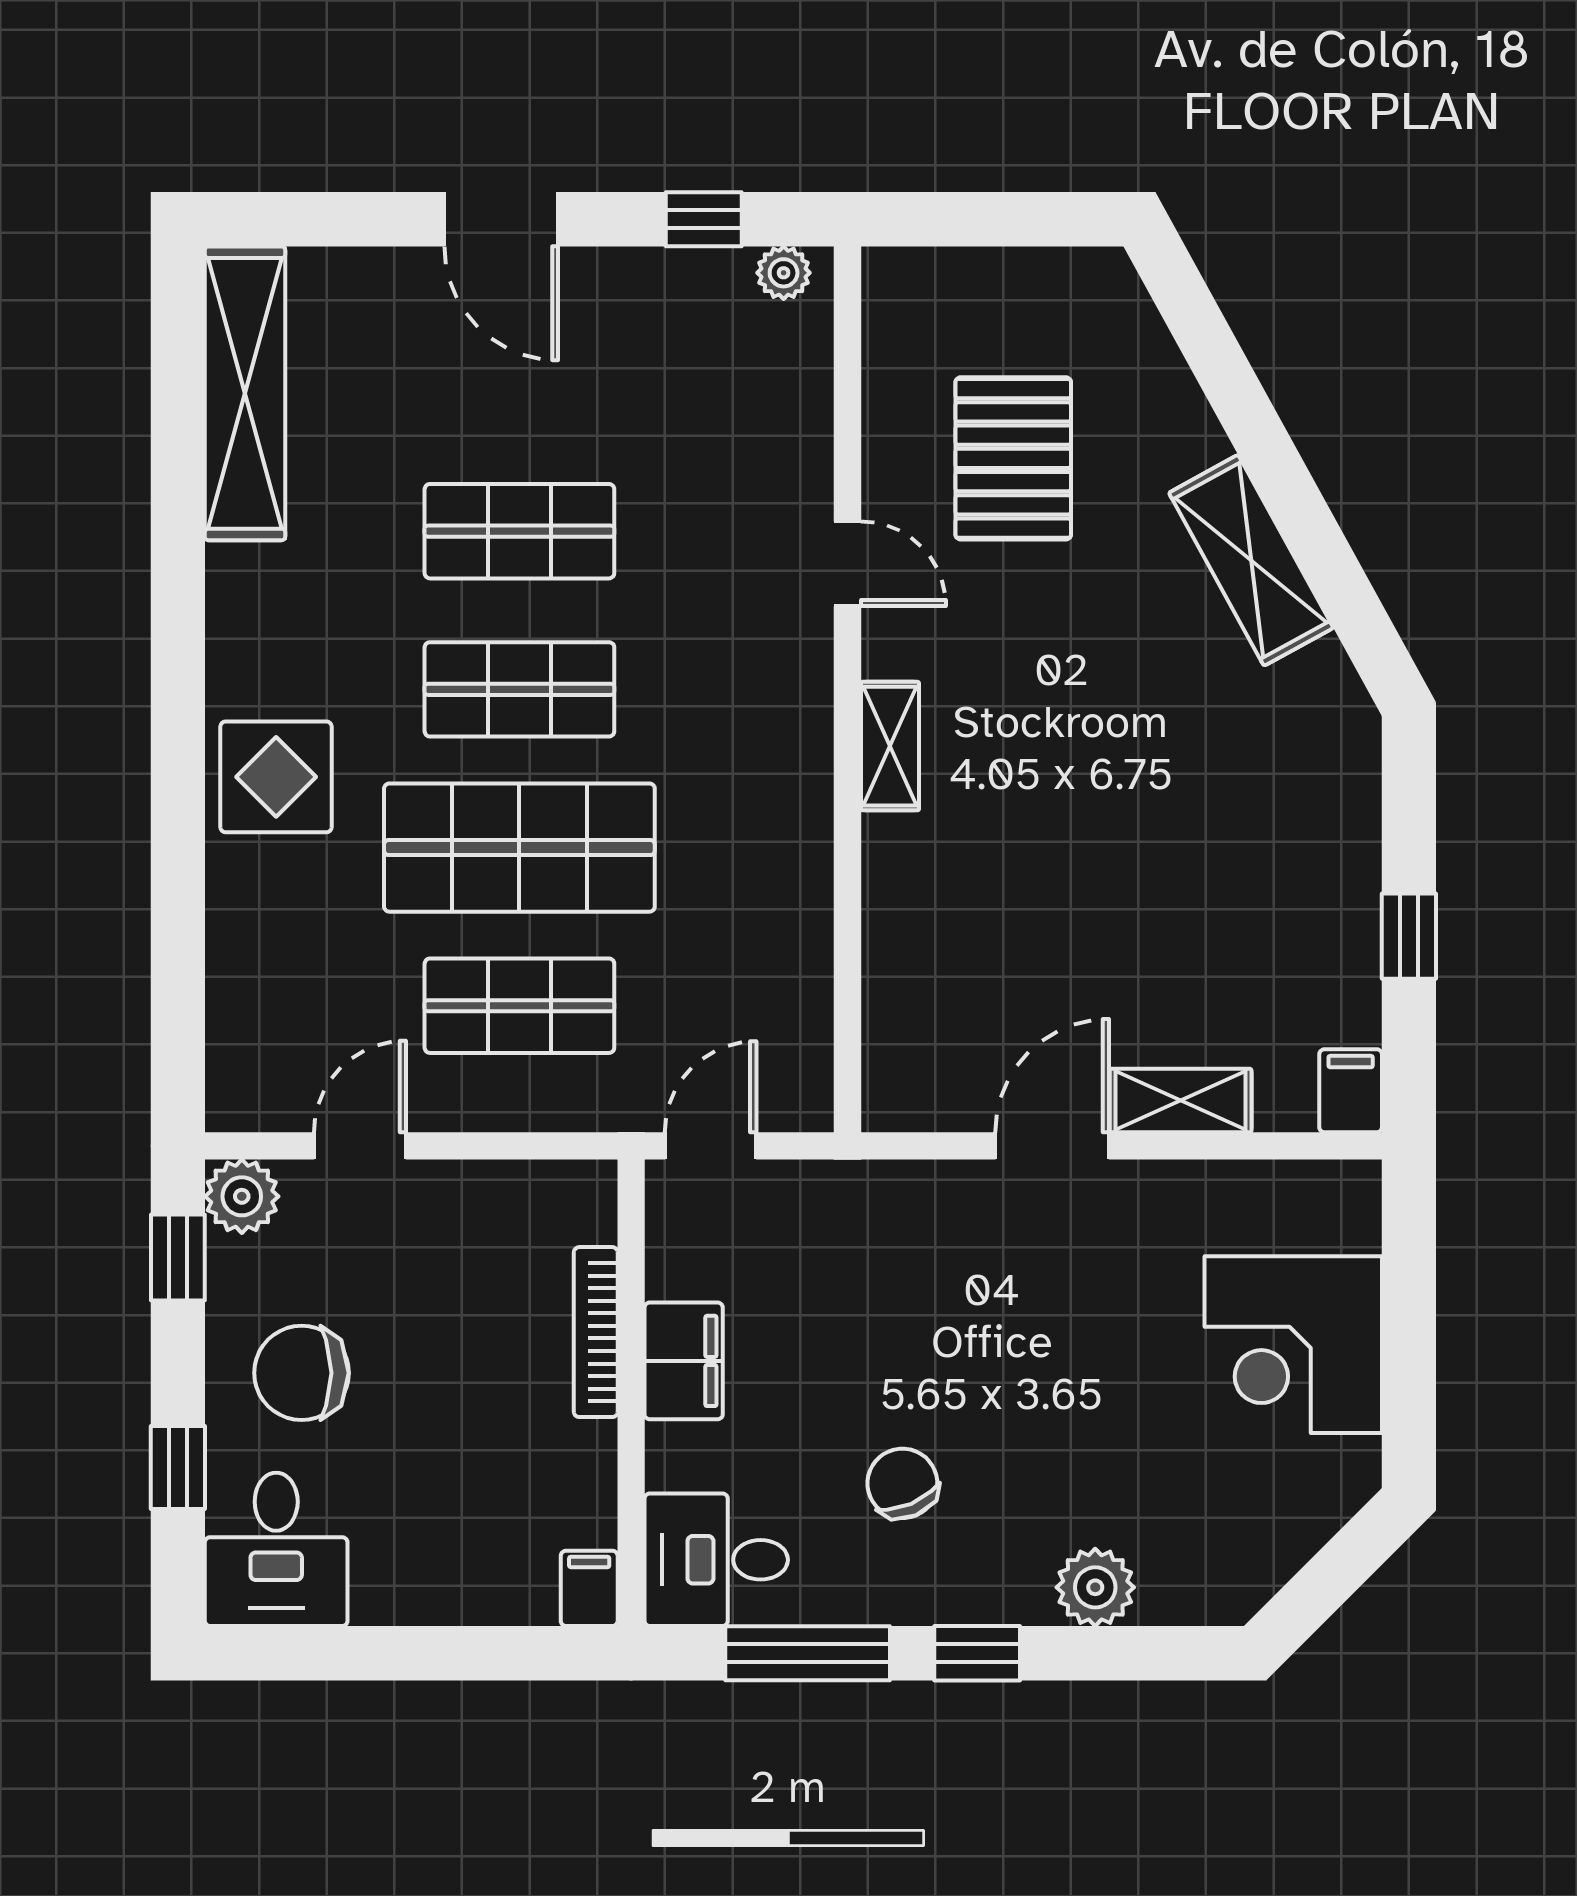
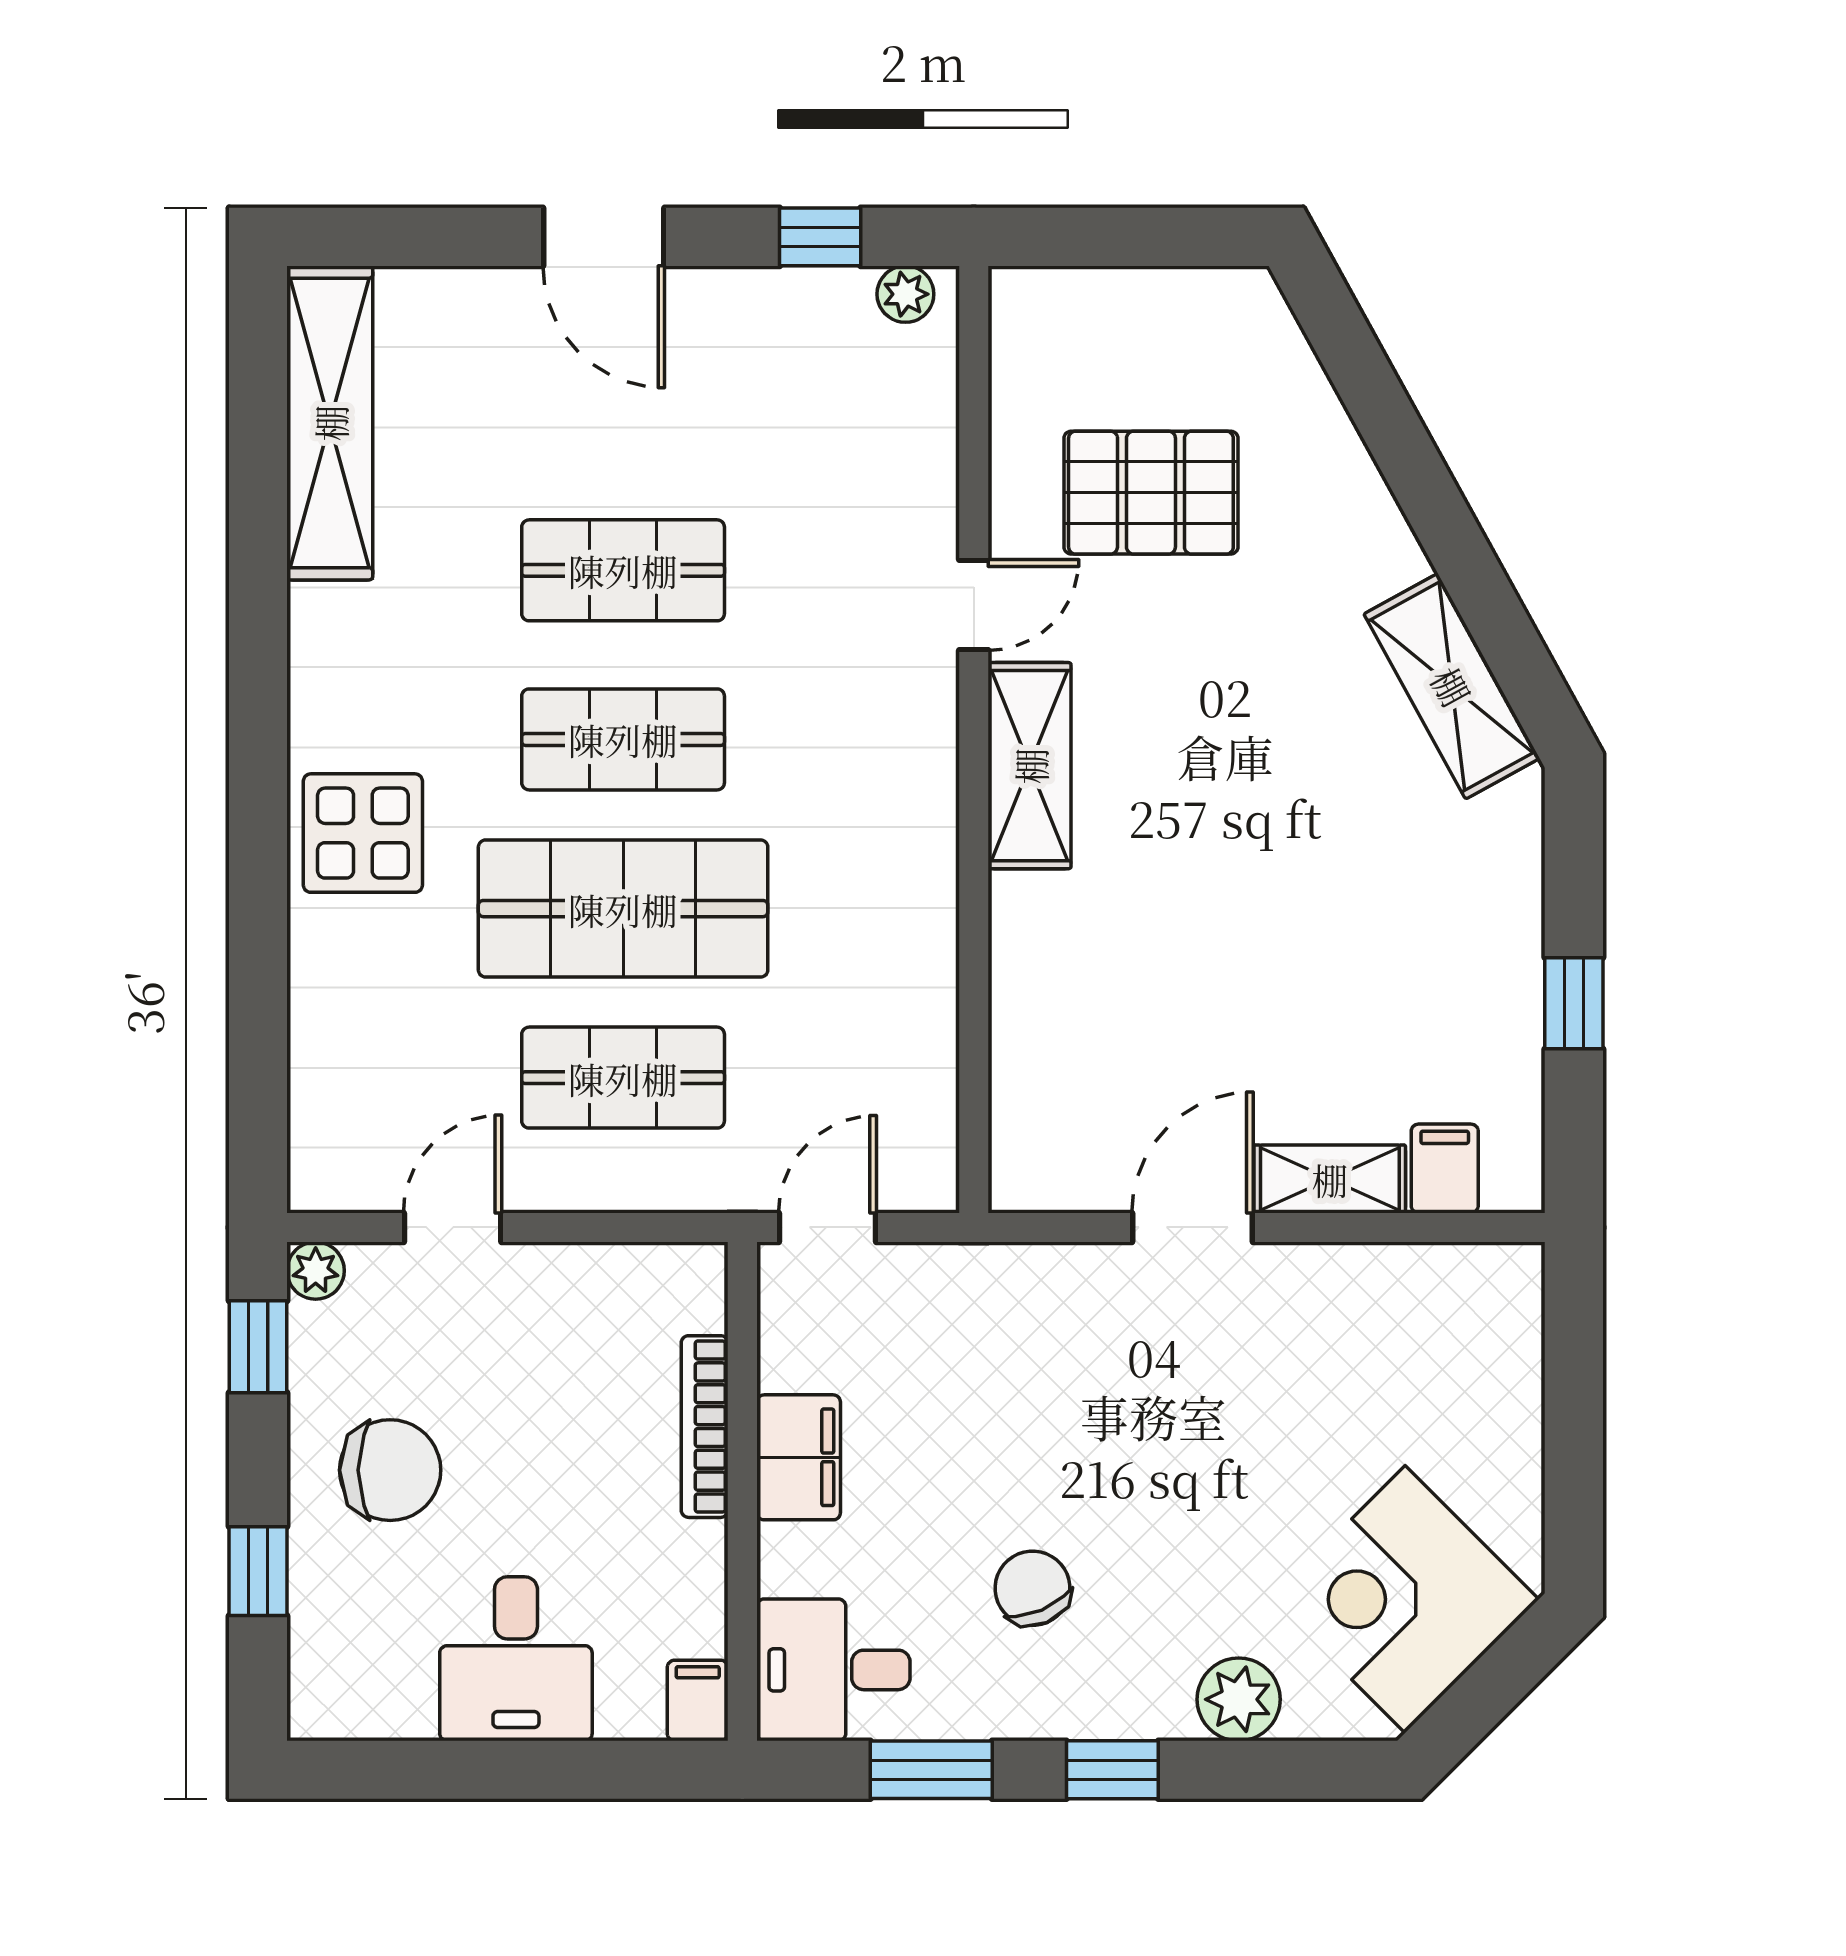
pallet: (1013, 458) -> (1151, 493), turned 90
shelving: (1251, 560) -> (1452, 686), moved
door: (847, 564) -> (974, 605), hinge flipped
shelving: (890, 746) -> (1030, 766), width x1.50, depth x1.33
filing cabinet: (1351, 1091) -> (1445, 1168), moved
plant: (242, 1196) -> (316, 1271), width x0.73, depth x0.73
corner desk: (1293, 1345) -> (1405, 1599), moved, turned 45
chair: (302, 1373) -> (390, 1470), turned 180
desk: (276, 1549) -> (516, 1659), moved
window: (808, 1653) -> (931, 1770), width x0.69

